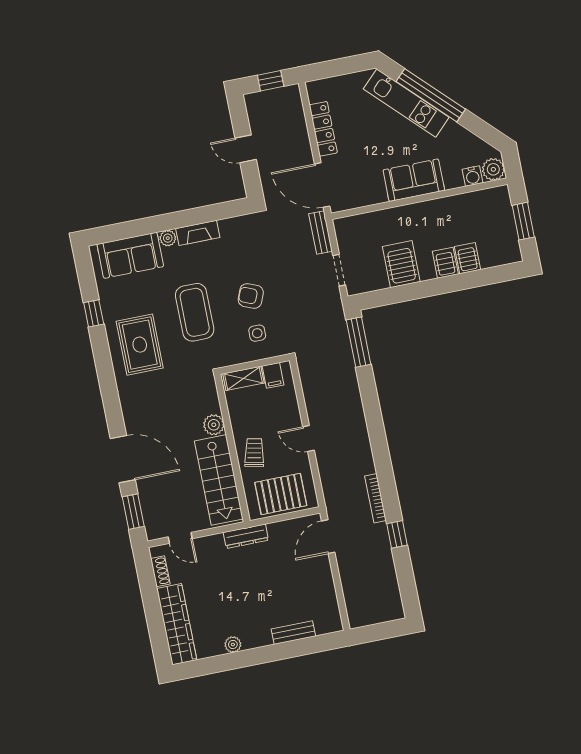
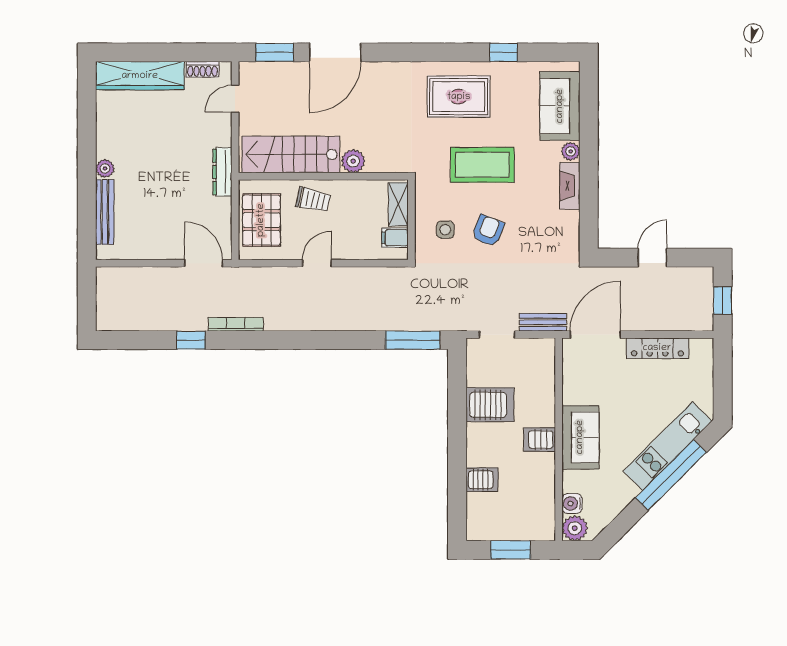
server rack: (445, 263) -> (540, 440), moved, turned 180
bench: (293, 633) -> (105, 212), width x1.36
plant: (233, 645) -> (105, 168), moved

